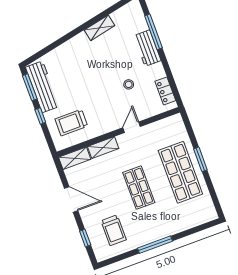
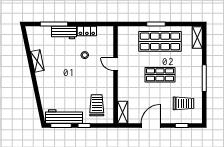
locker: (165, 91) -> (87, 31), moved
trolley: (71, 123) -> (97, 105), turned 180
shelving: (103, 148) -> (197, 37), moved

